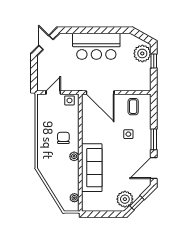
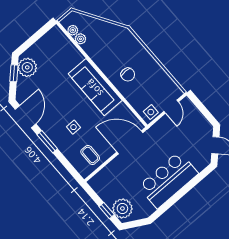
plant: (74, 156) -> (80, 39), moved
sofa: (92, 168) -> (95, 87), moved

